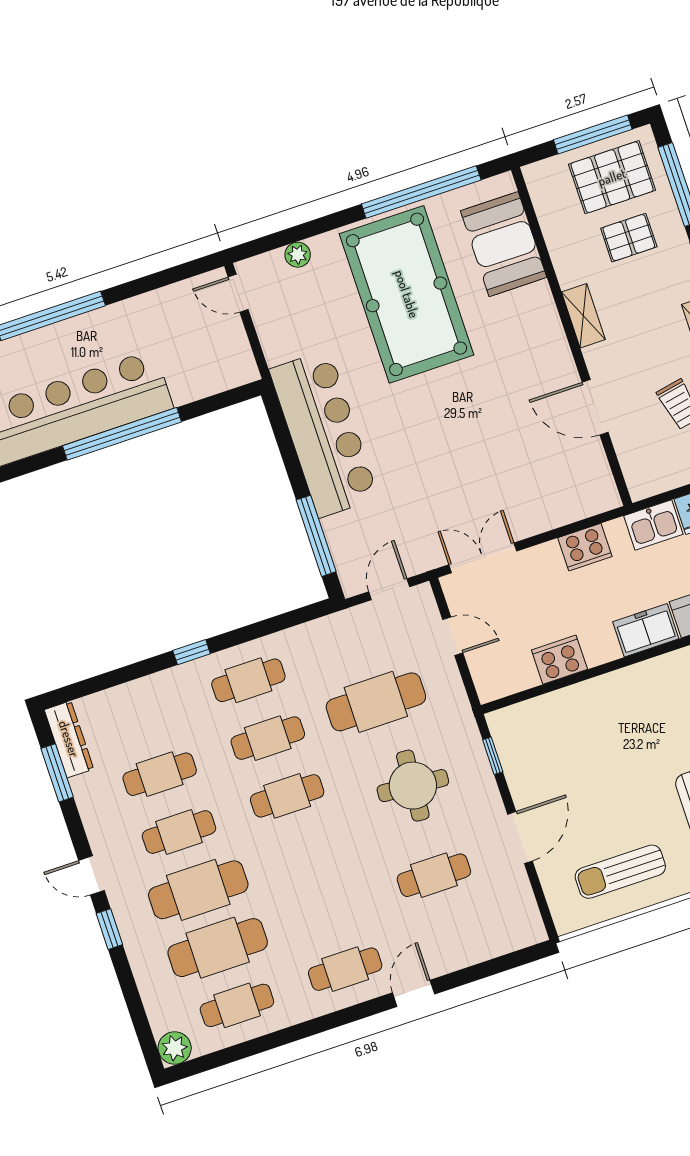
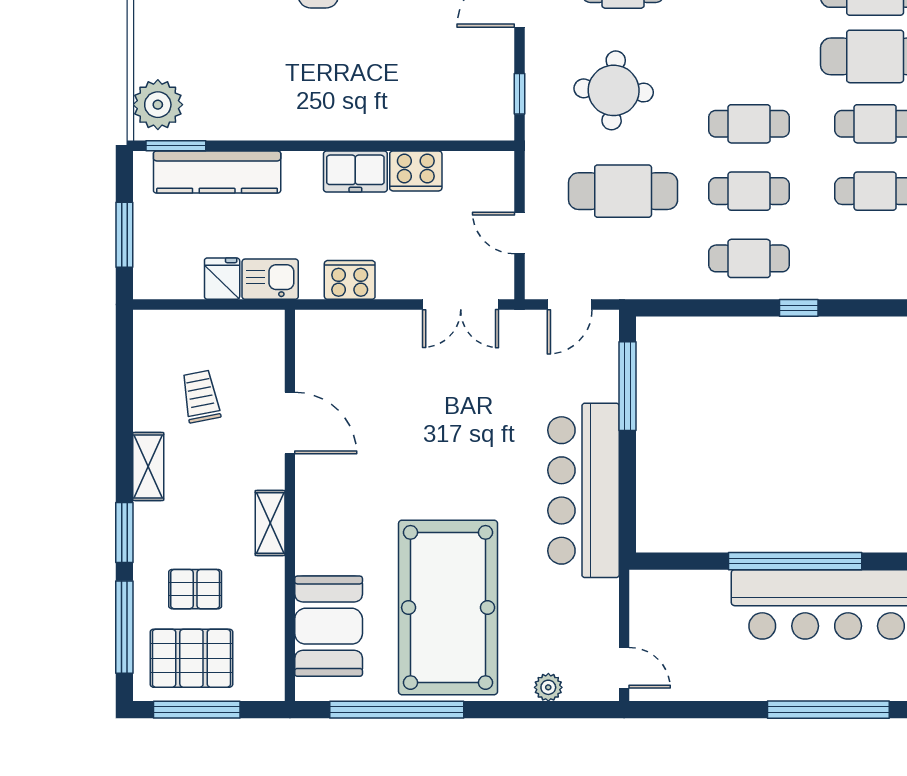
freezer: (646, 630) -> (355, 172), moved

